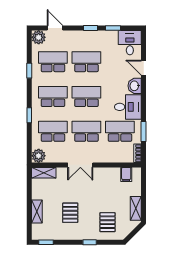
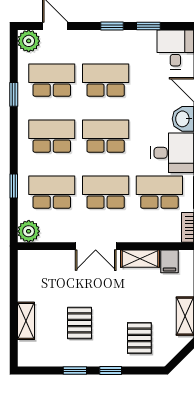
window: (29, 115) -> (14, 186), moved
shelving: (44, 173) -> (140, 259), moved
window: (46, 242) -> (75, 370), moved

